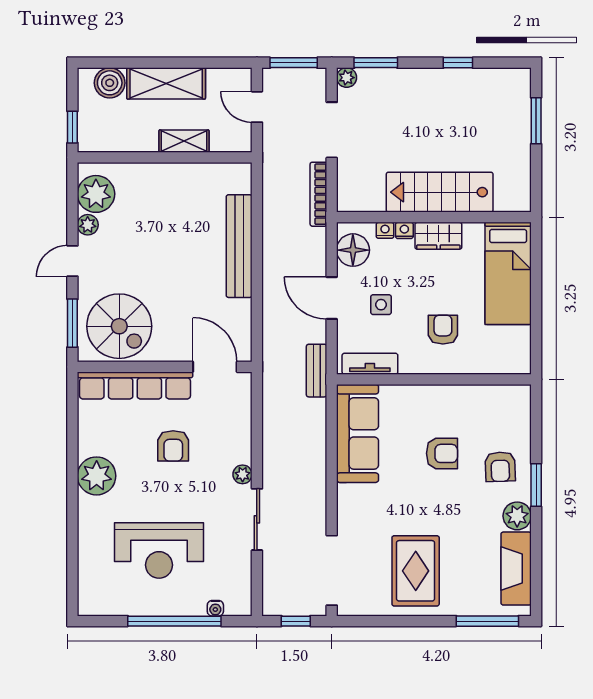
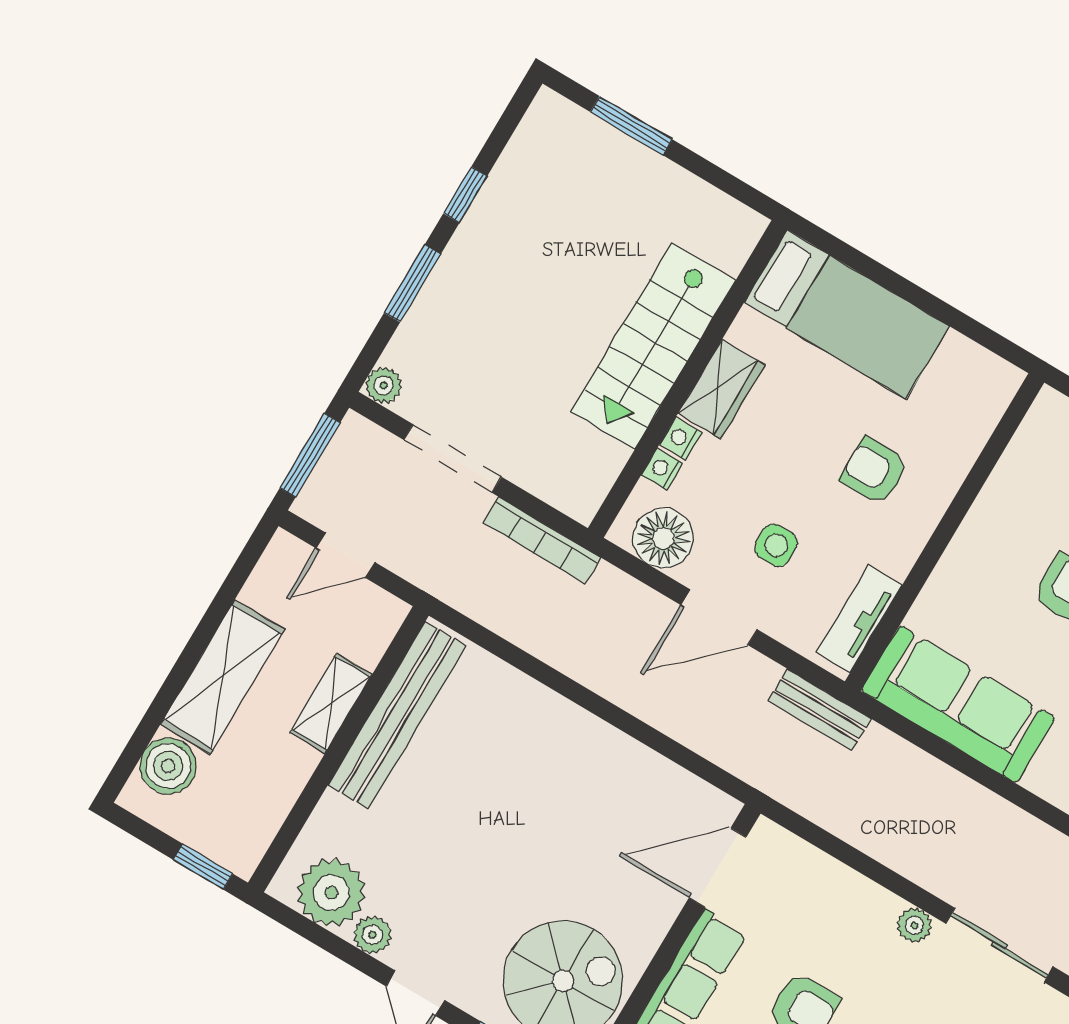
window: (376, 63) -> (412, 283), moved
bench: (239, 246) -> (397, 715), moved, turned 90

